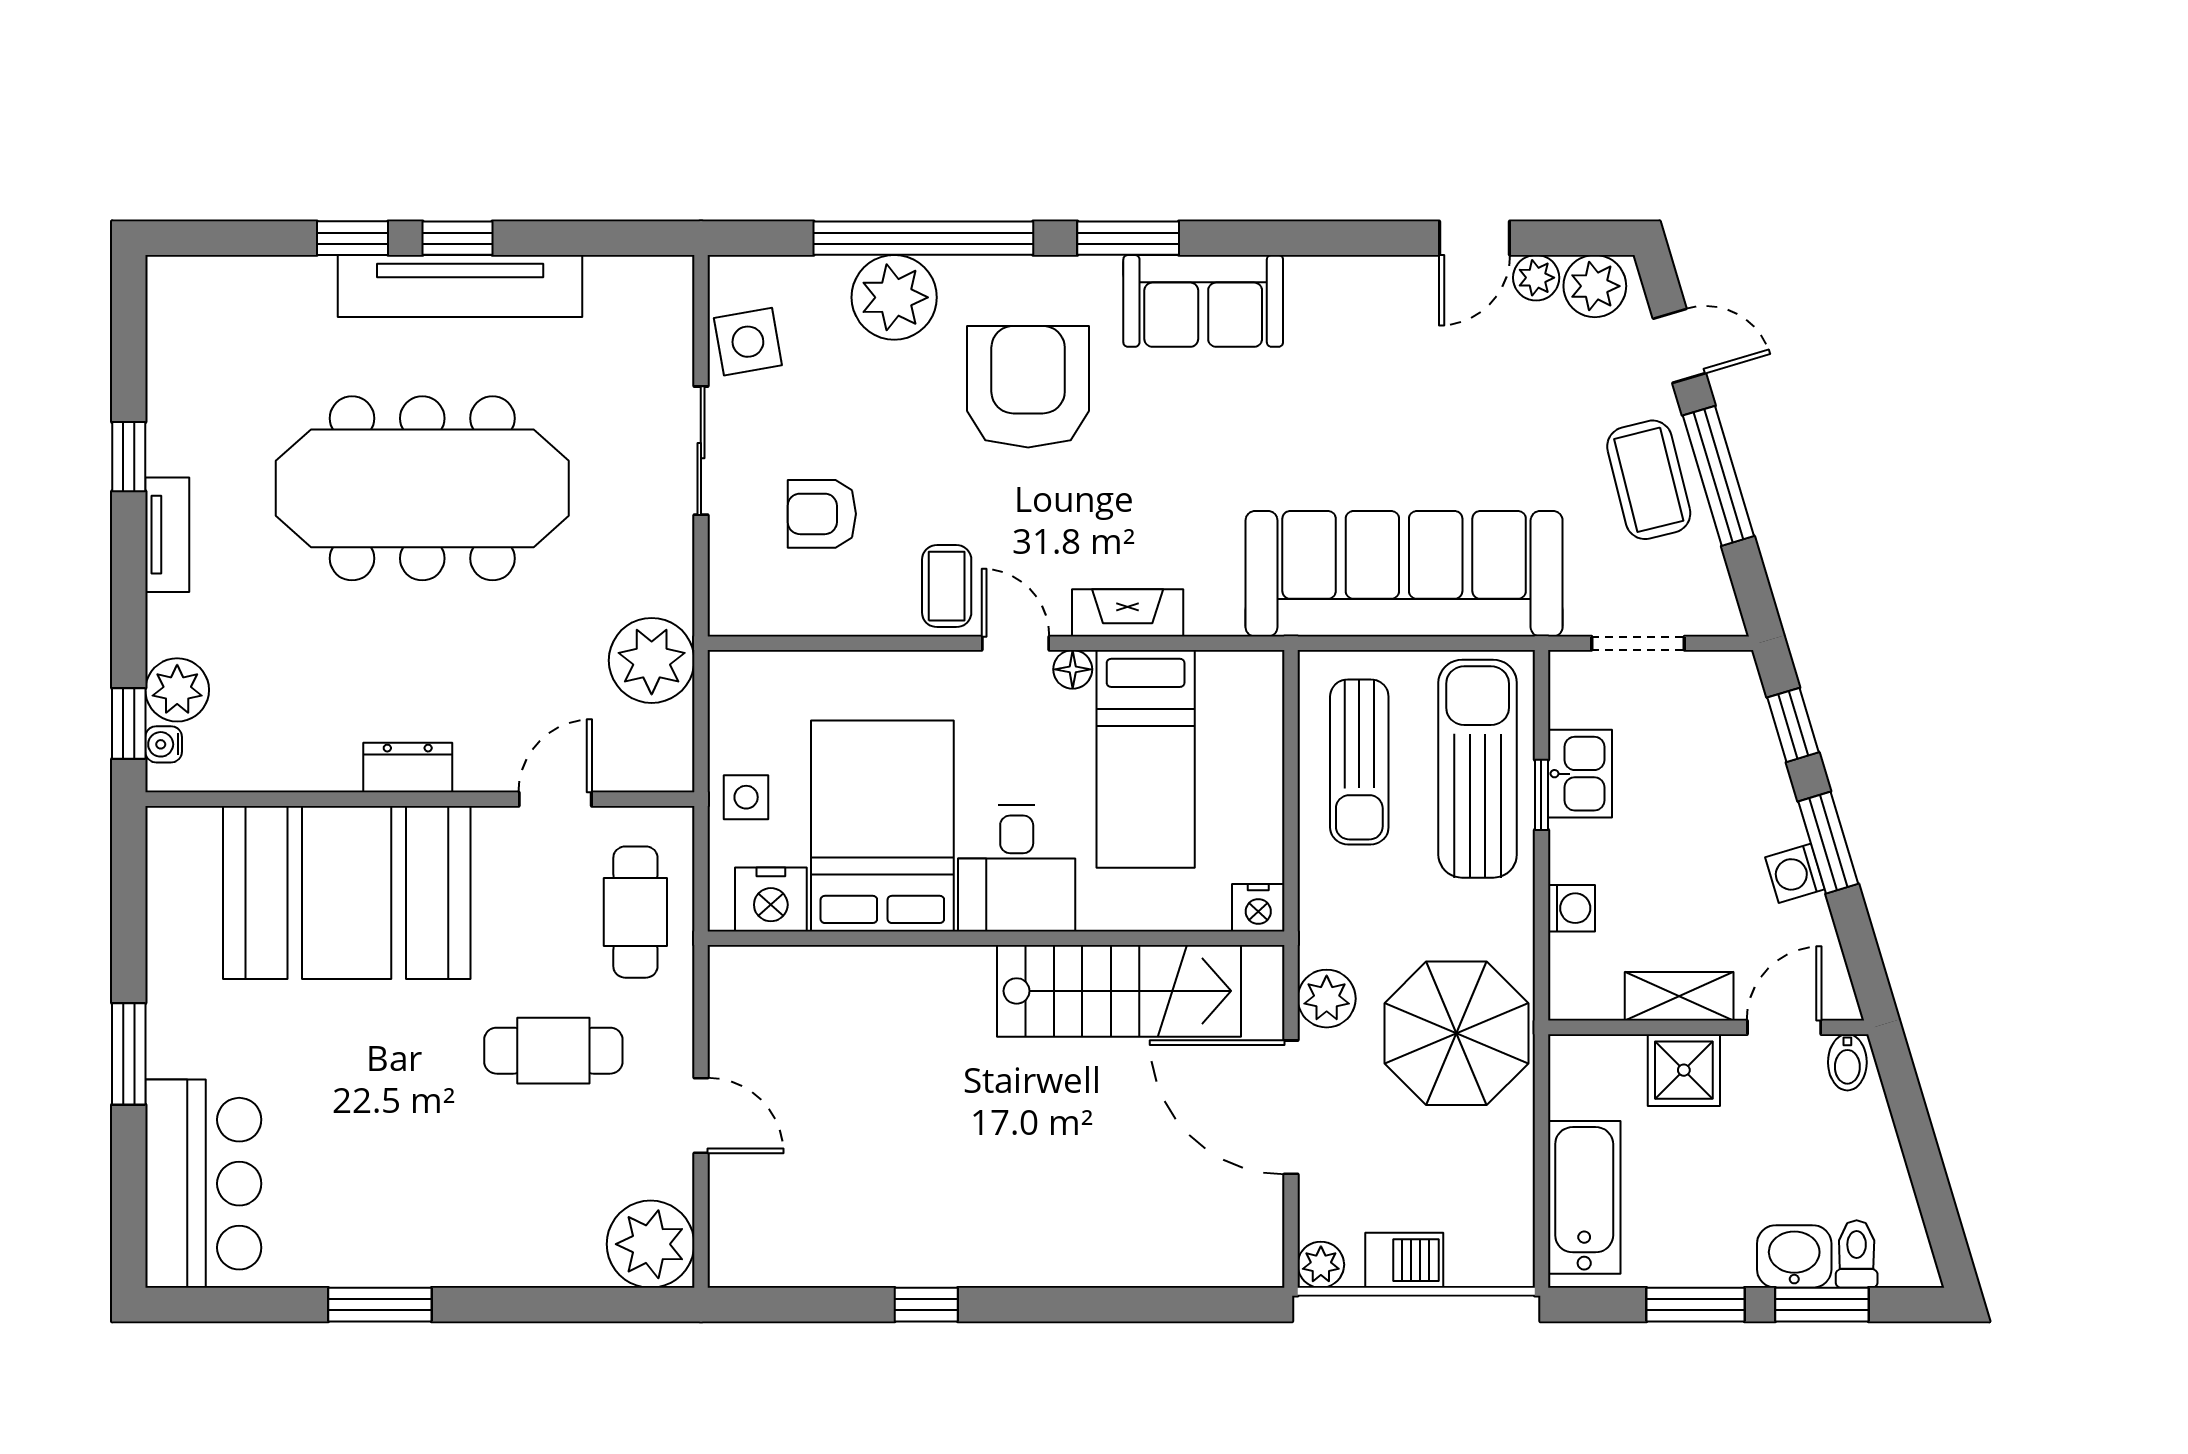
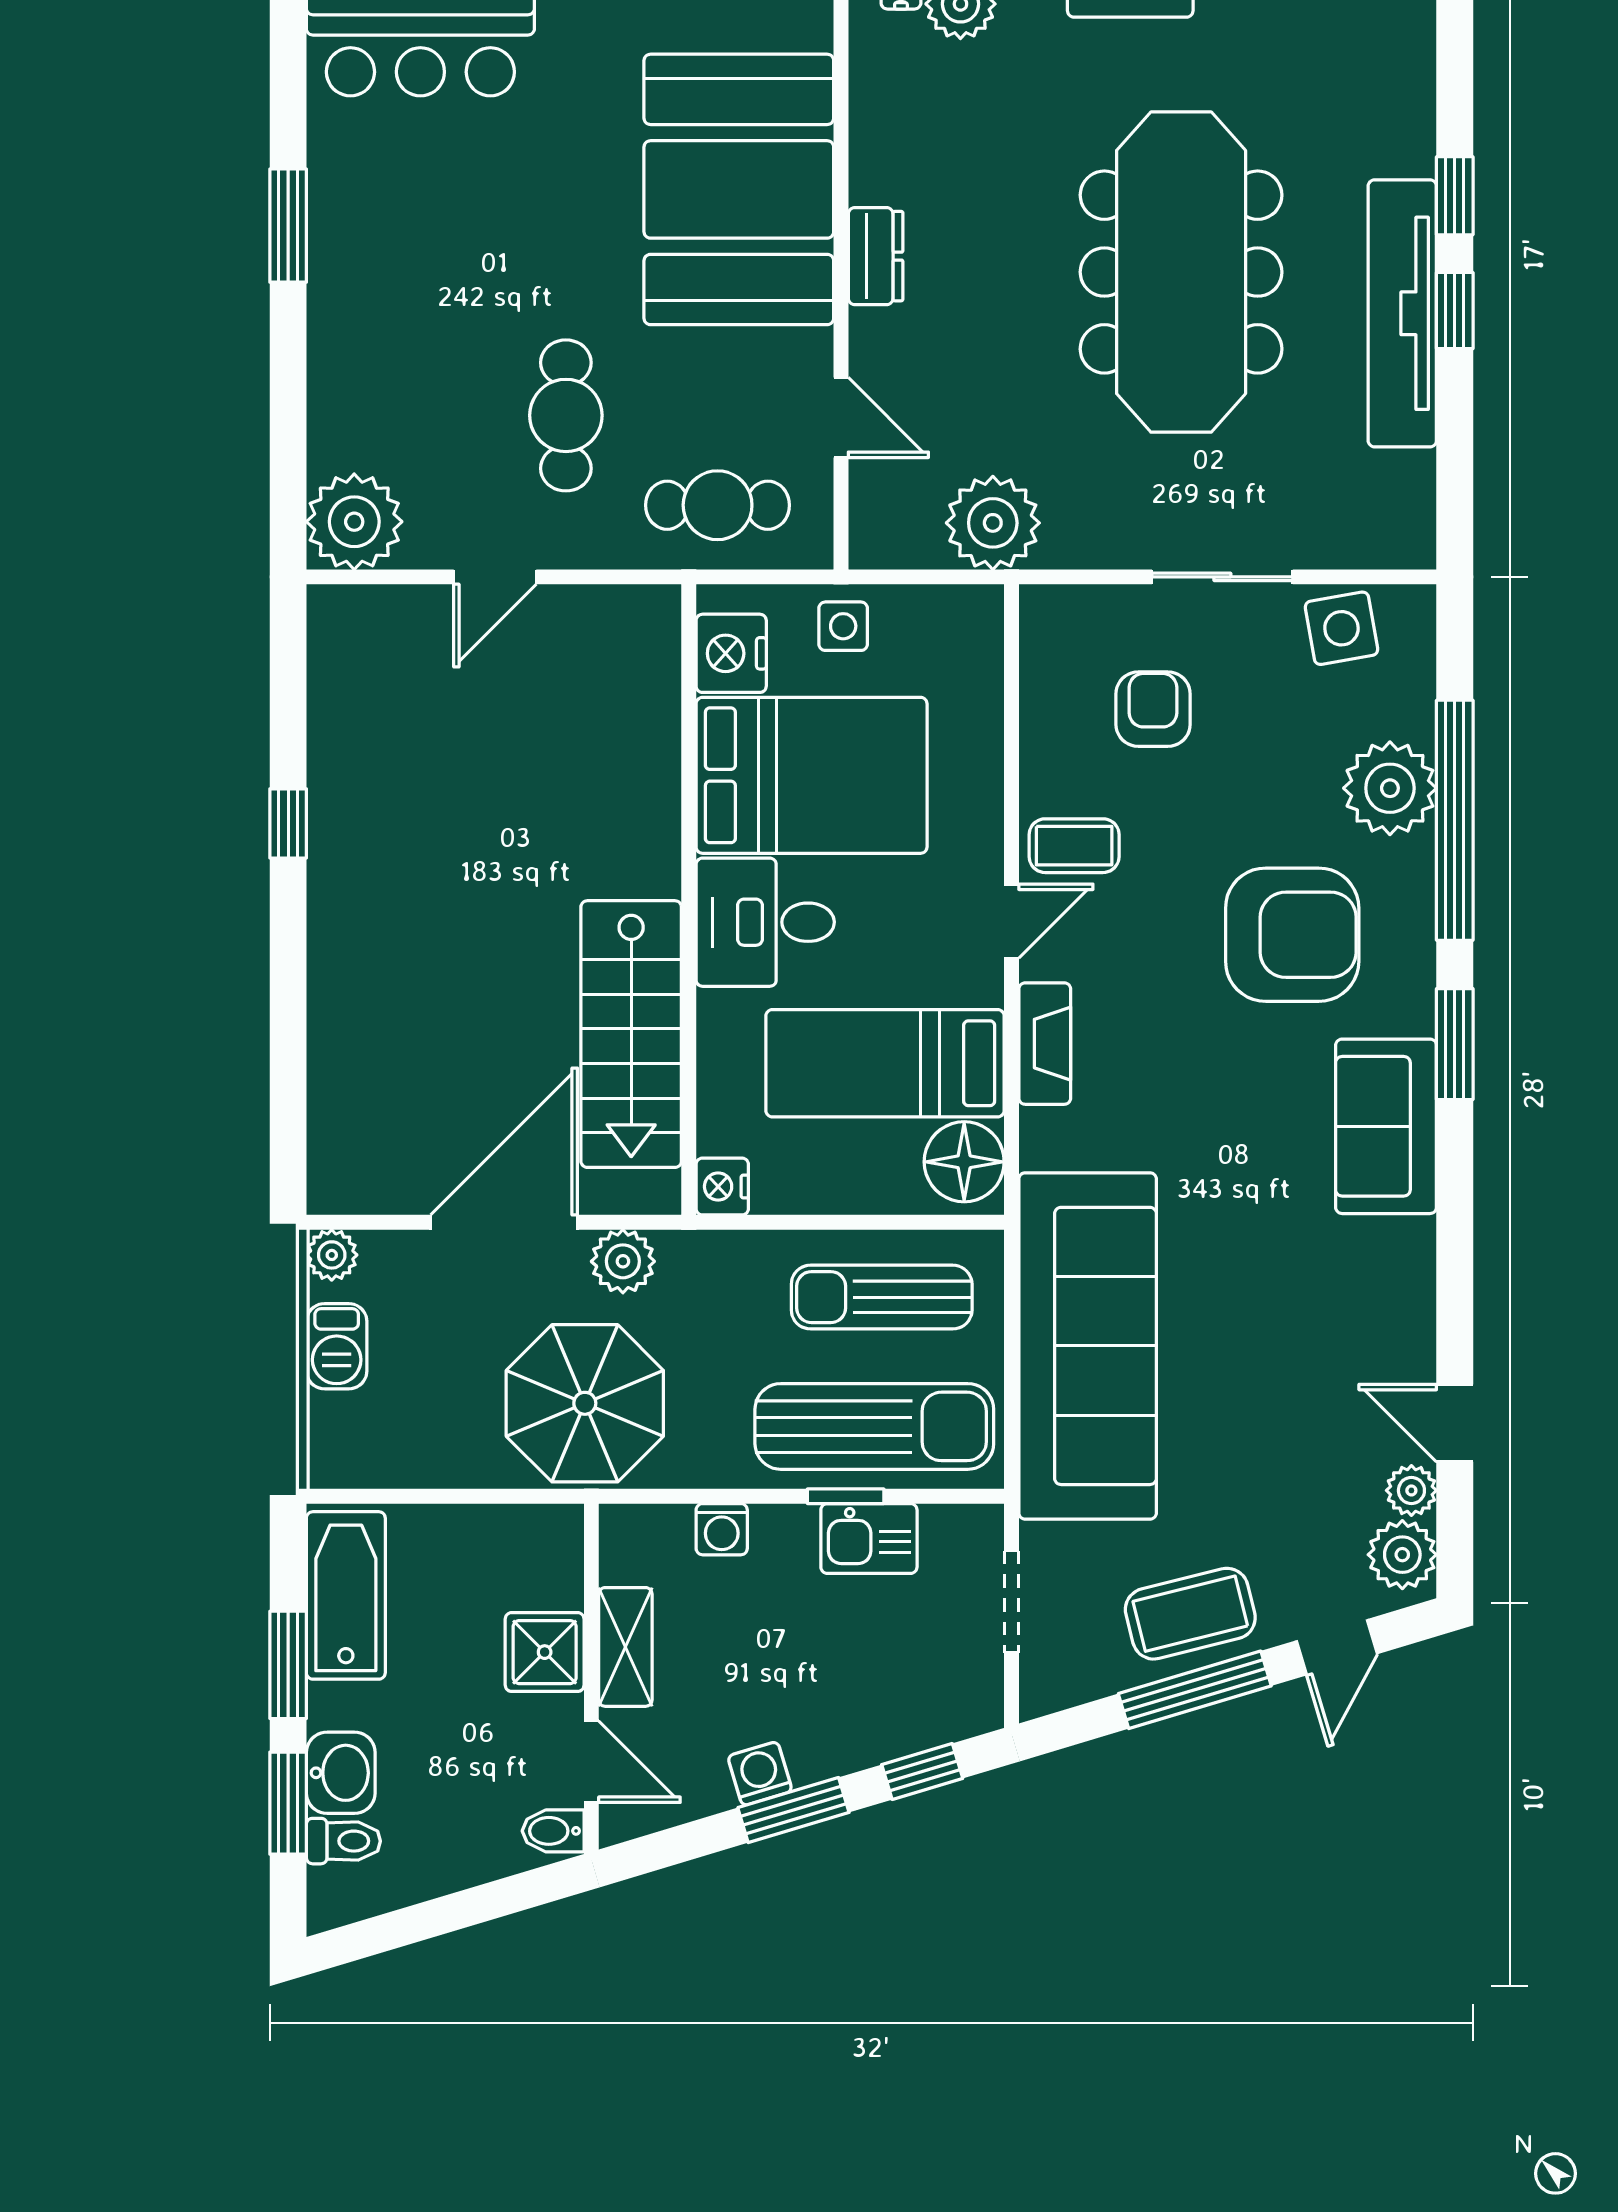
floor lamp: (1073, 669) -> (964, 1162), moved, width x1.89, depth x1.89
bathtub: (1584, 1197) -> (346, 1595), moved, turned -90

